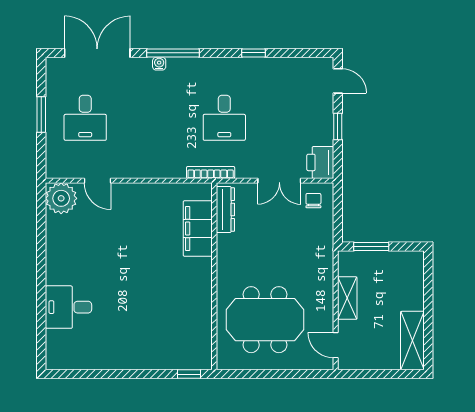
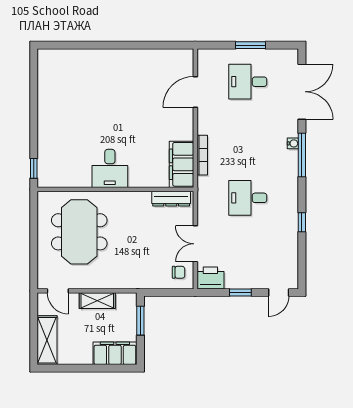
bookcase: (211, 172) -> (202, 155), moved
door: (97, 181) -> (195, 92), width x1.38
plant: (61, 198) -> (181, 62), removed
filing cabinet: (198, 228) -> (182, 164), moved, turned -90
filing cabinet: (411, 277) -> (115, 353), added
desk: (68, 307) -> (110, 168), moved, turned 180
shelving: (412, 341) -> (47, 340), moved, turned 90
door: (336, 345) -> (58, 291), swing flipped

